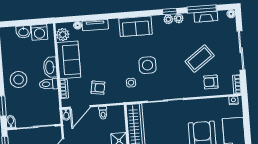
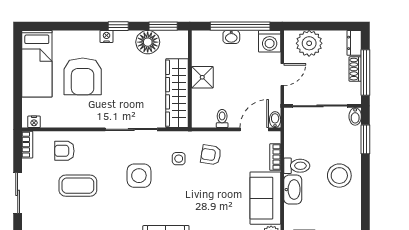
sliding door: (241, 50) -> (18, 193), width x0.73
coffee table: (200, 59) -> (78, 186), turned 36
side table: (148, 65) -> (139, 176), moved
armchair: (211, 82) -> (64, 151), turned 180
armchair: (98, 88) -> (211, 155), moved

